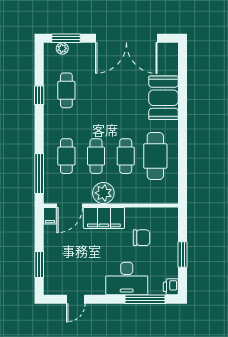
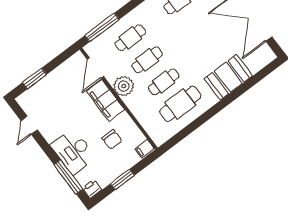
door: (70, 205) -> (95, 68), hinge flipped
filing cabinet: (50, 216) -> (145, 149), moved
door: (76, 299) -> (29, 125), hinge flipped

